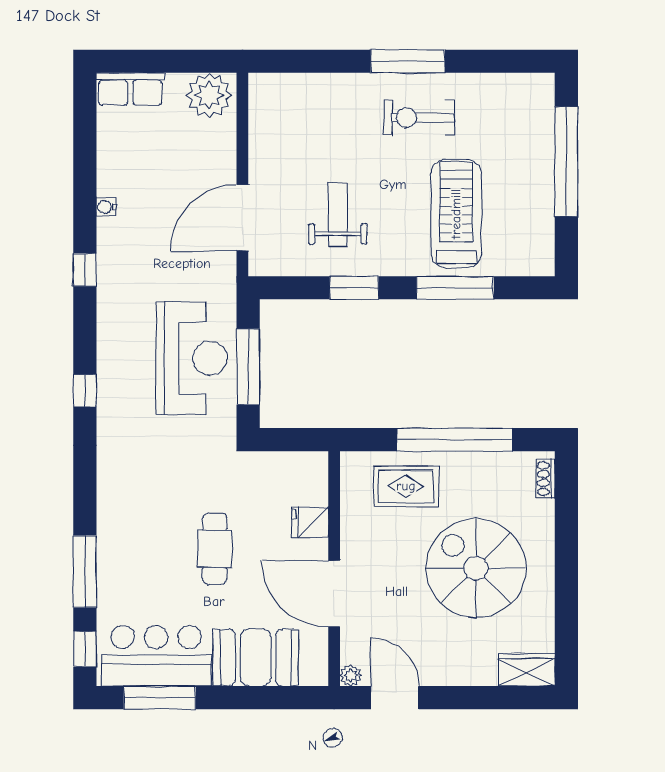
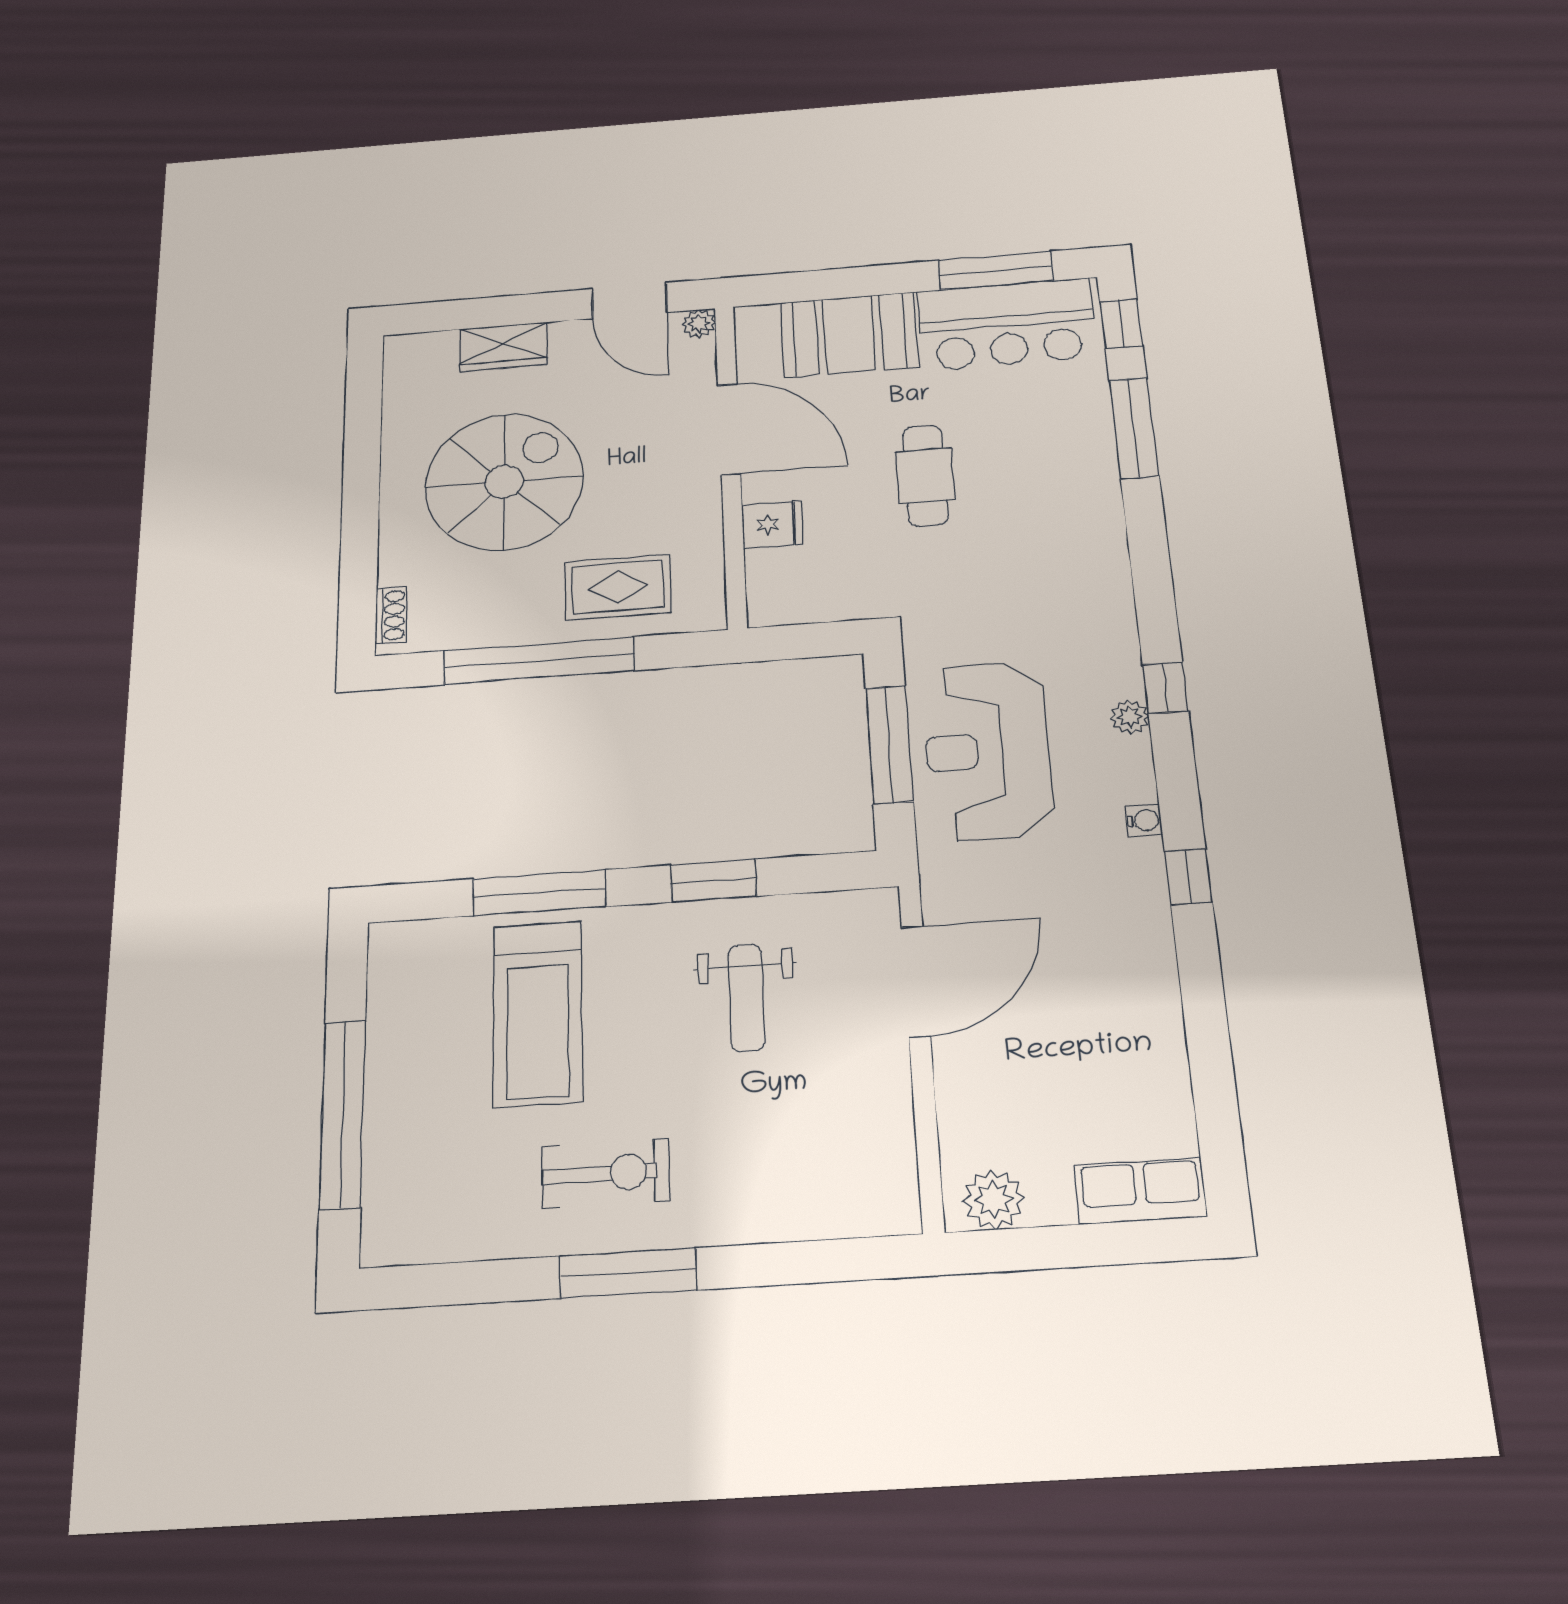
plant: (209, 95) -> (993, 1200), width x0.73, depth x0.73
water cooler: (106, 207) -> (1144, 820), moved
plant: (107, 373) -> (1130, 717), added
spiral stairs: (476, 568) -> (504, 482), turned -90
wardrobe: (527, 670) -> (503, 347), moved

